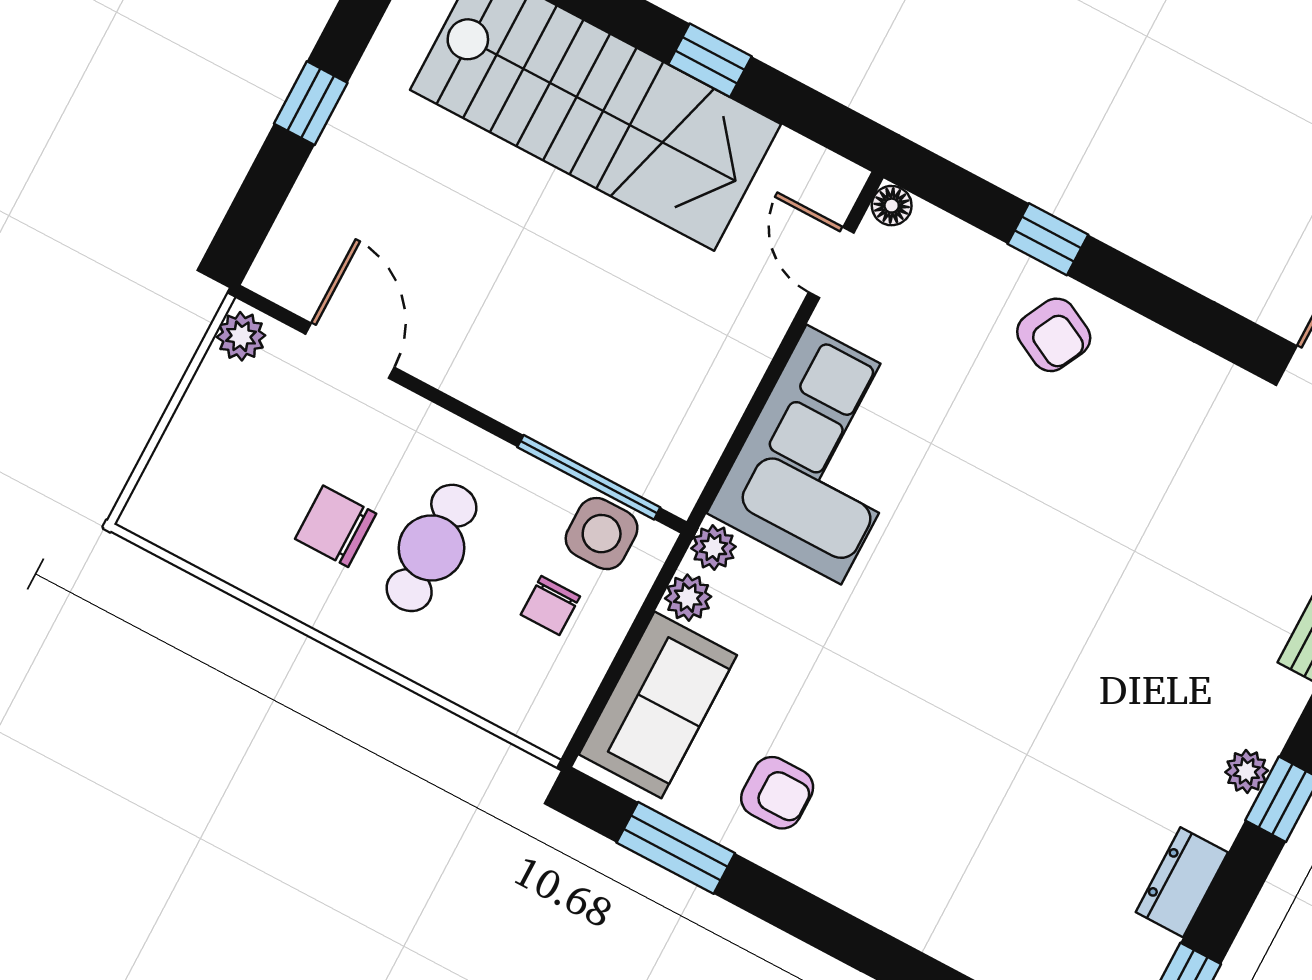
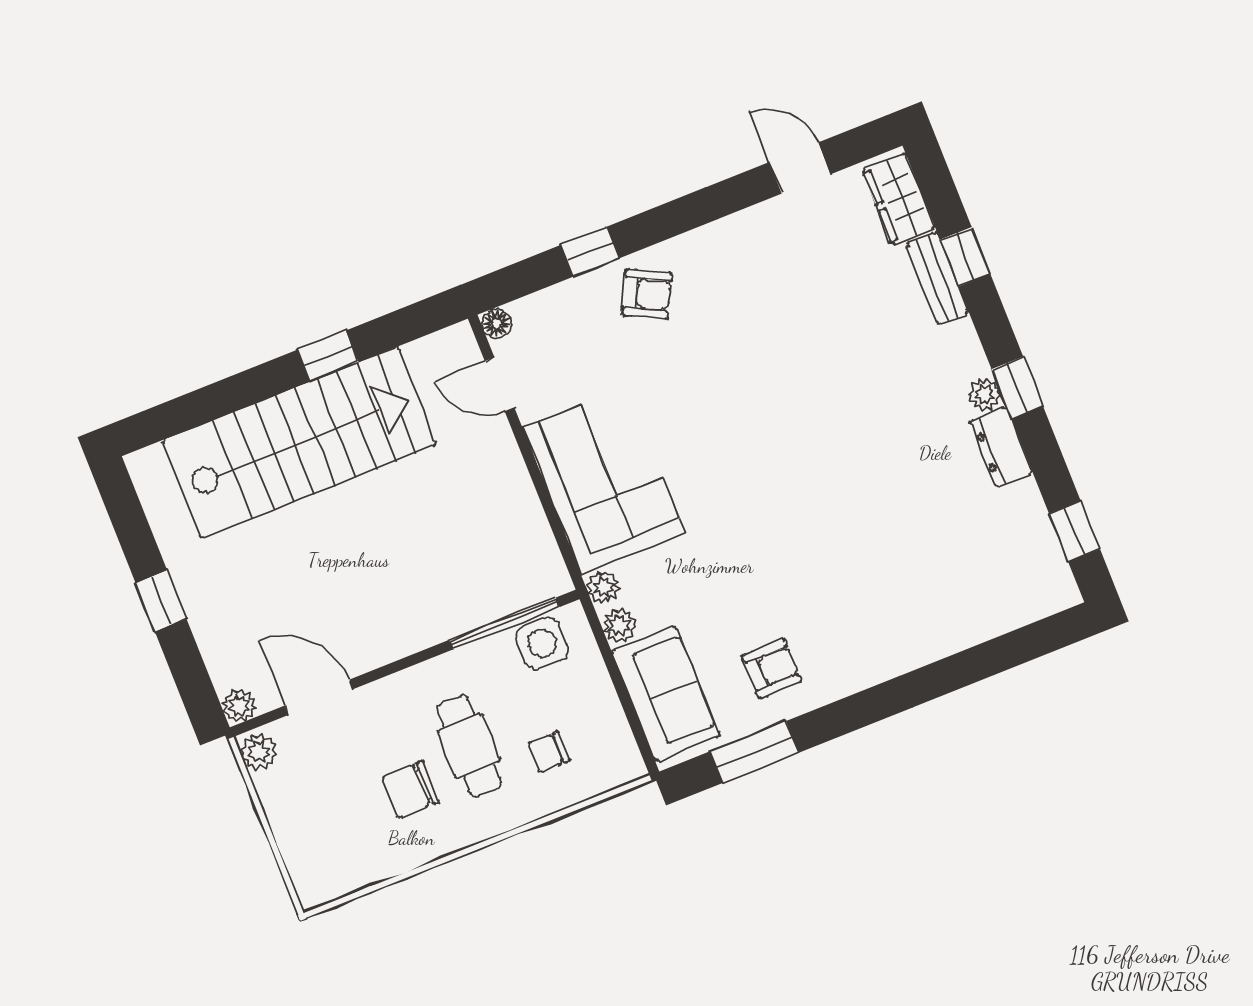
plant: (271, 276) -> (239, 706), added
chair: (550, 606) -> (549, 752), moved, turned 90
dresser: (1182, 882) -> (1001, 447), moved

